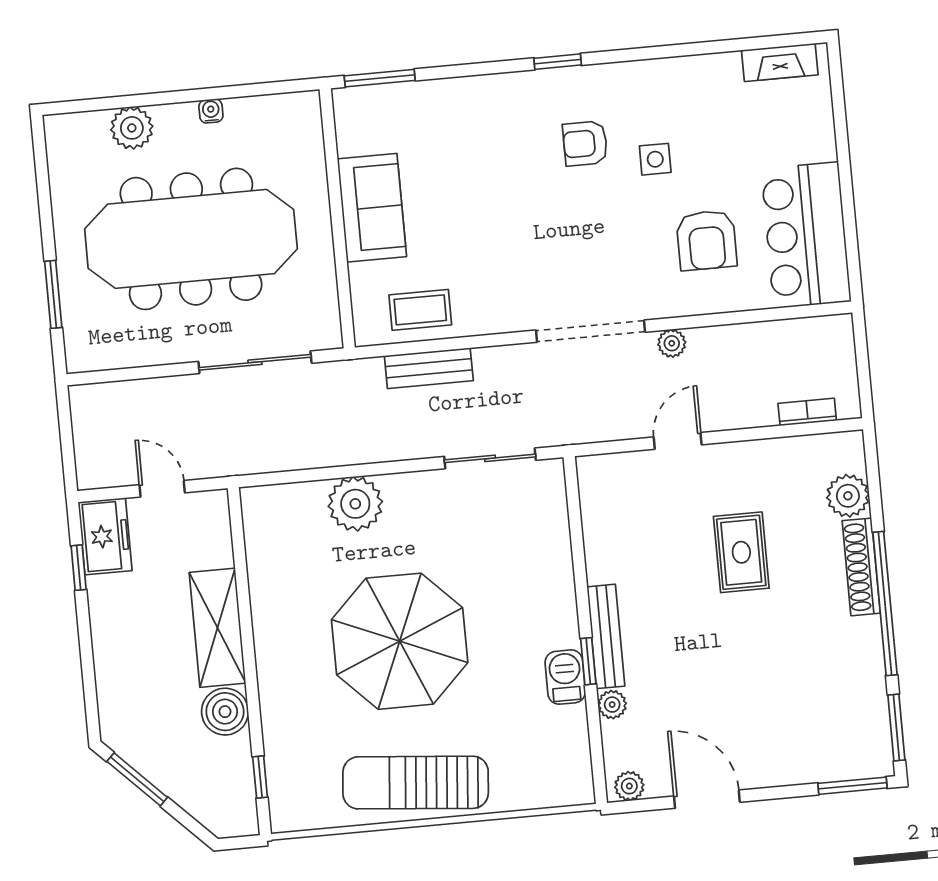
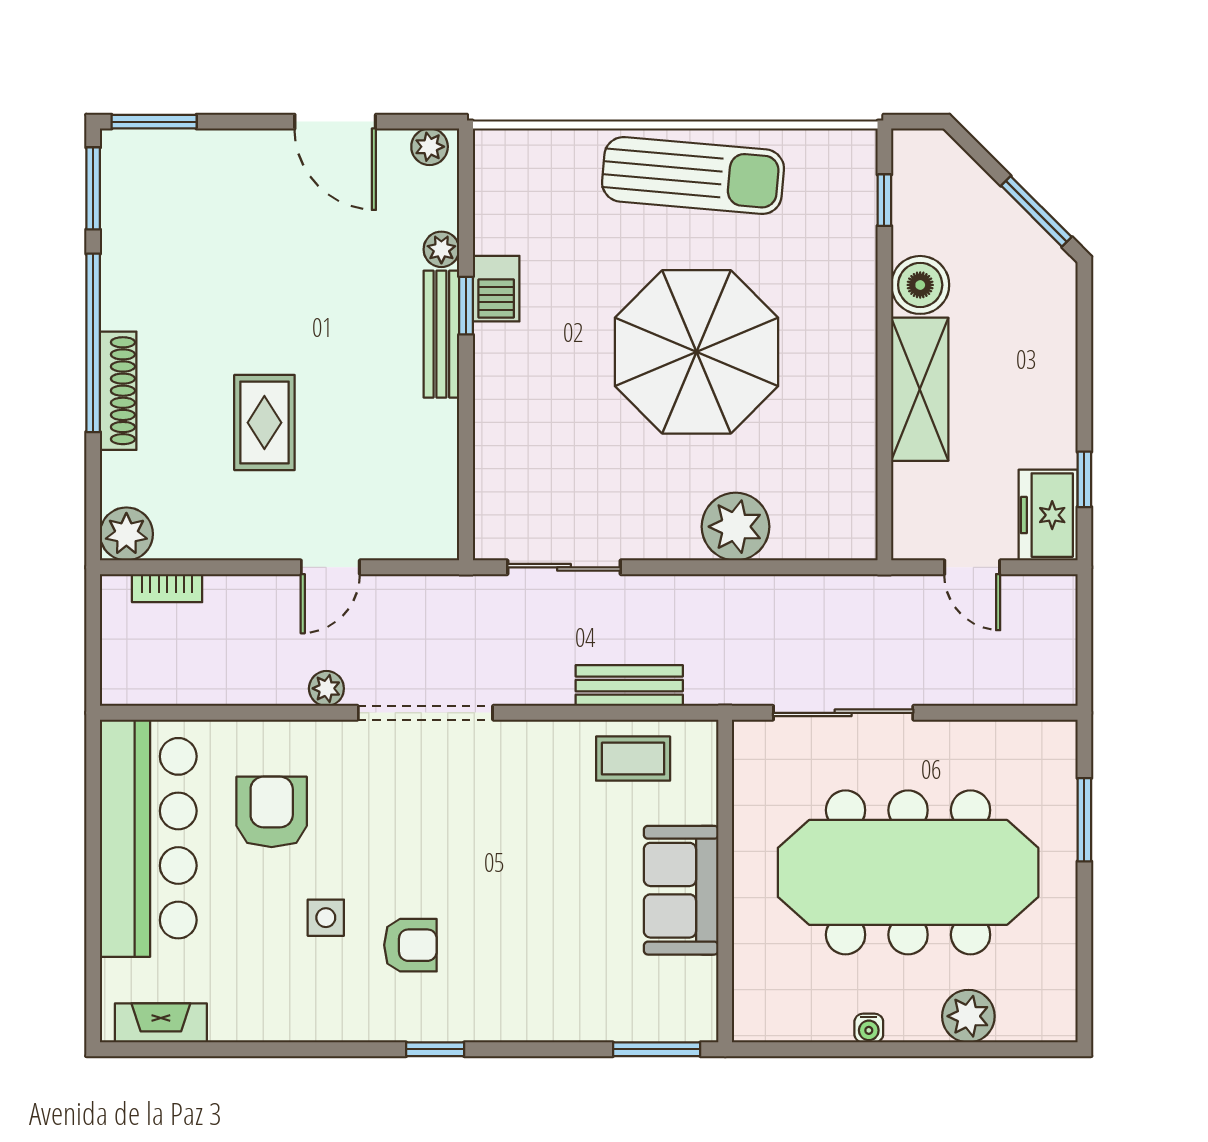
bar counter: (806, 235) -> (148, 838), width x1.36
plant: (848, 496) -> (126, 534), moved

